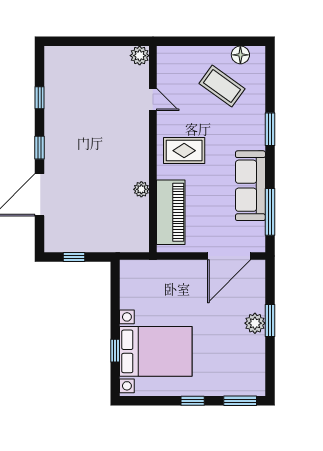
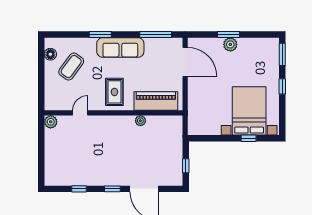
sofa: (250, 186) -> (120, 47), moved

